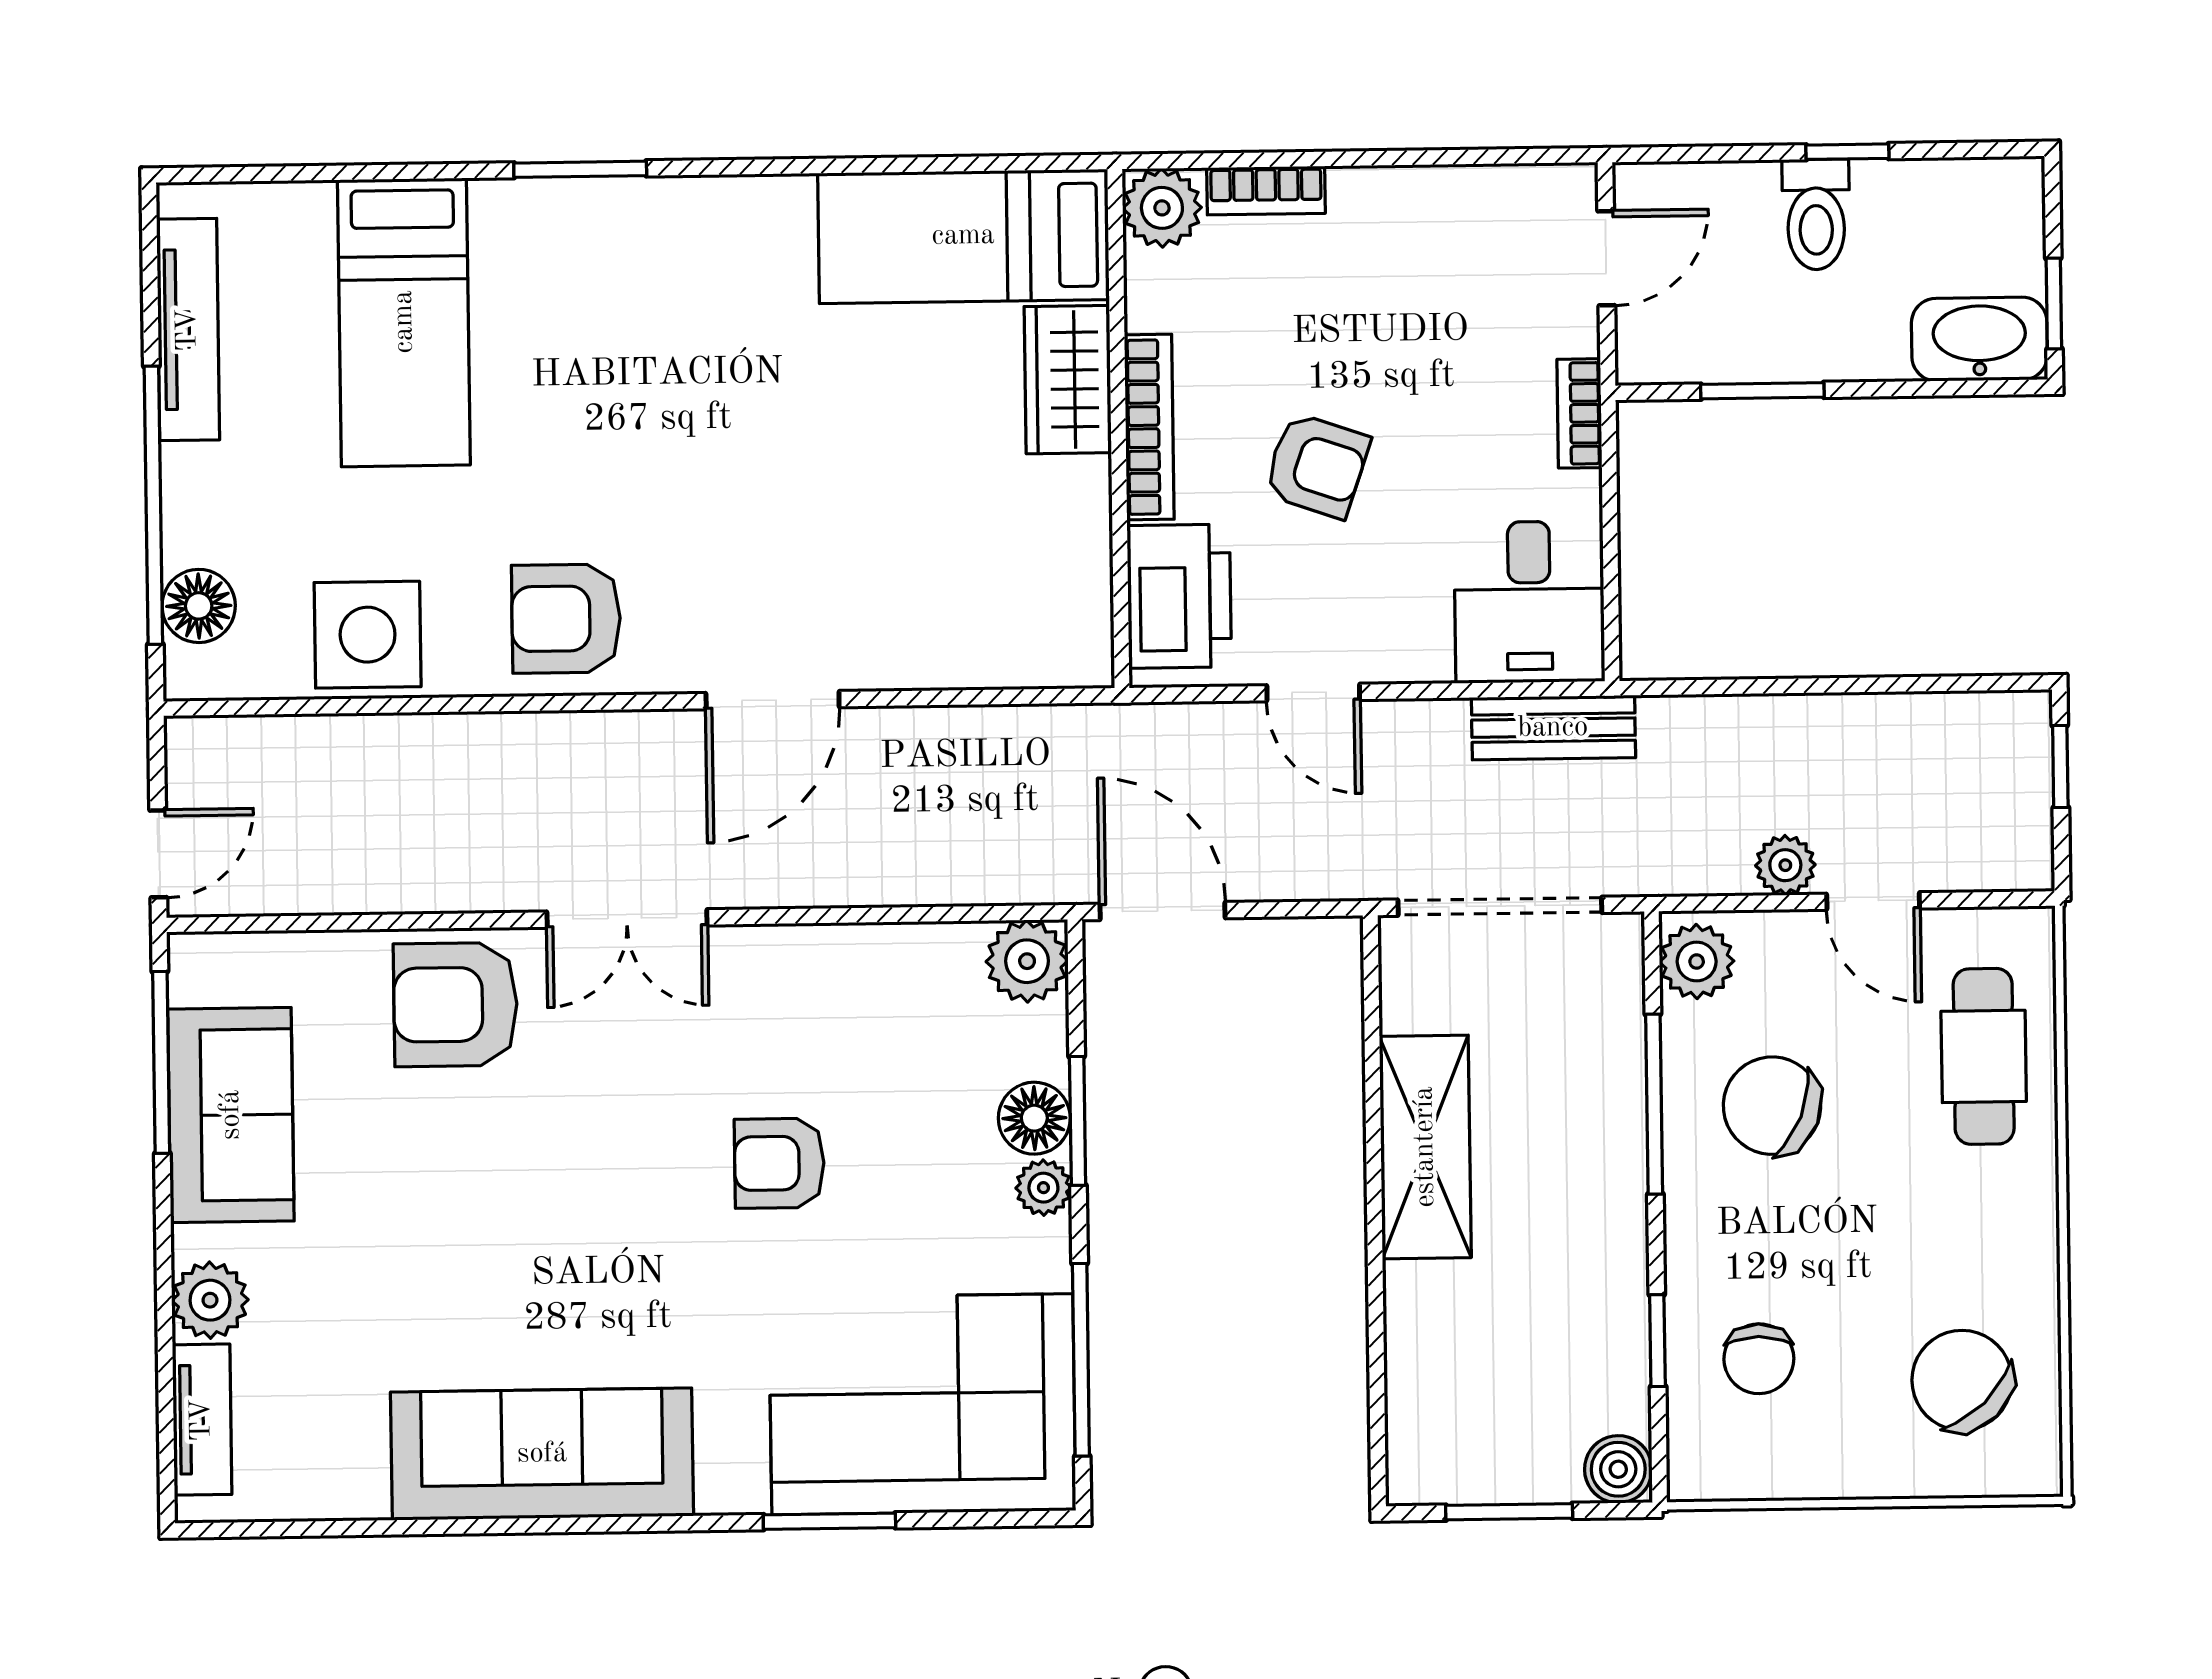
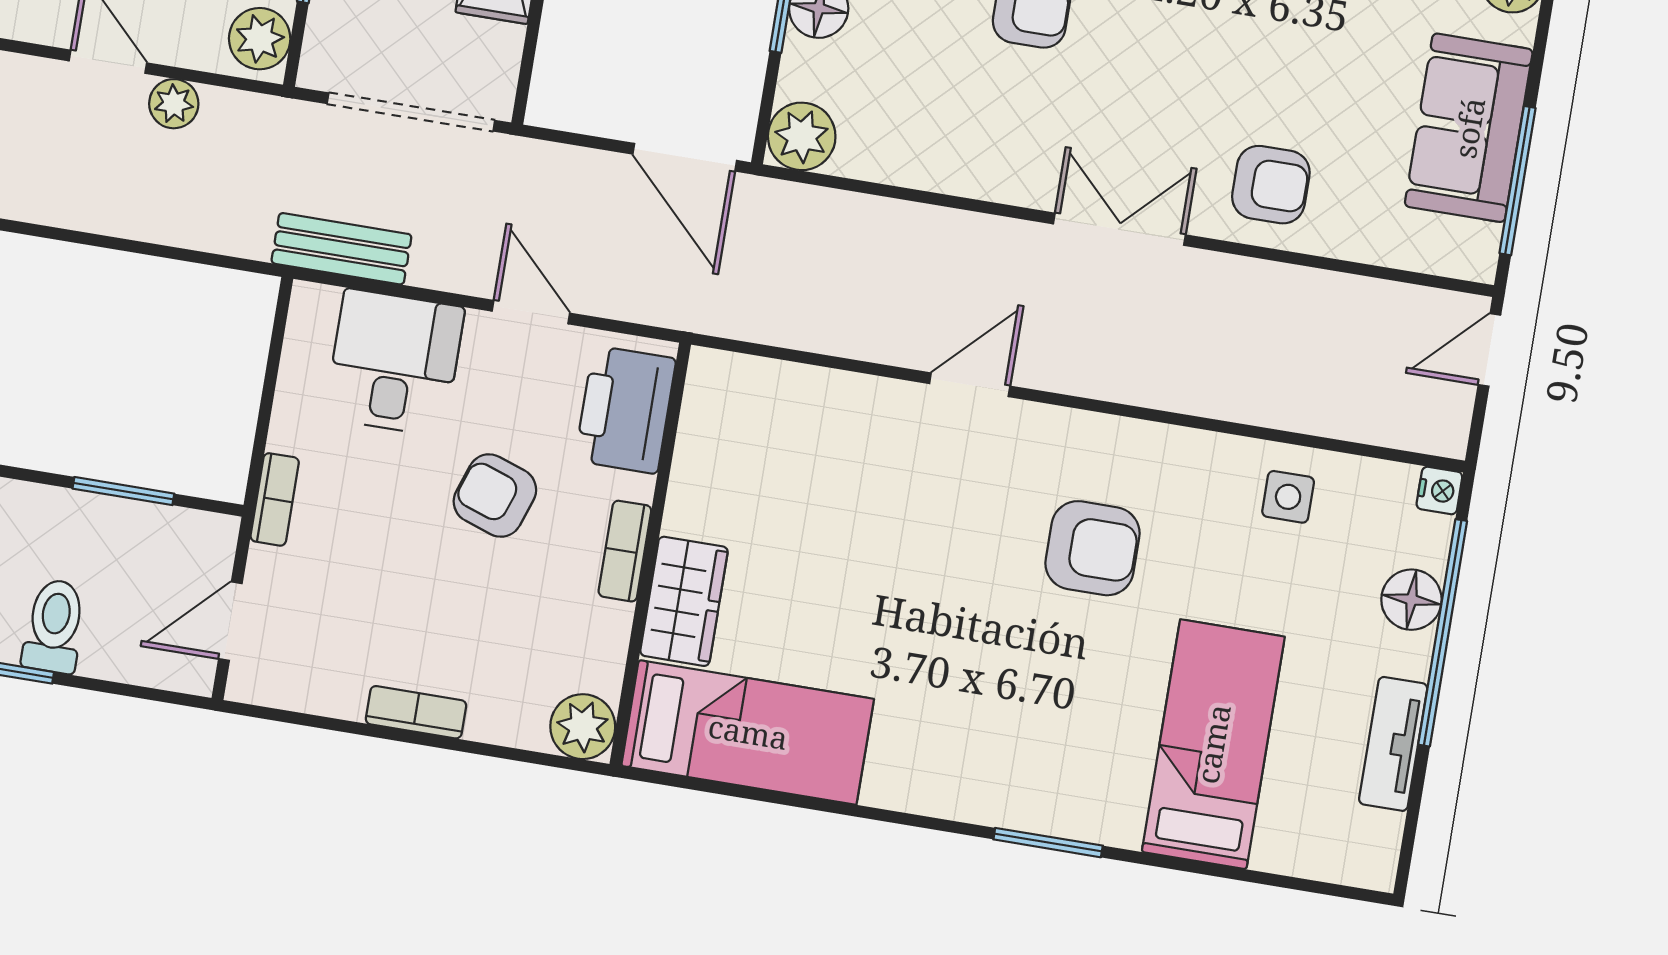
bookcase: (1266, 191) -> (416, 712), moved
tv unit: (188, 330) -> (1393, 744), width x0.71
bookcase: (1149, 427) -> (625, 551), width x0.64
desk: (1529, 602) -> (394, 363), moved
floor lamp: (199, 606) -> (1411, 600), moved
armchair: (566, 619) -> (1092, 548), moved
side table: (368, 635) -> (1288, 497), width x0.54, depth x0.54
nightstand: (188, 675) -> (1439, 490), added
door: (773, 700) -> (970, 385), width x0.73
armchair: (455, 1005) -> (1271, 185), width x0.72, depth x0.72

